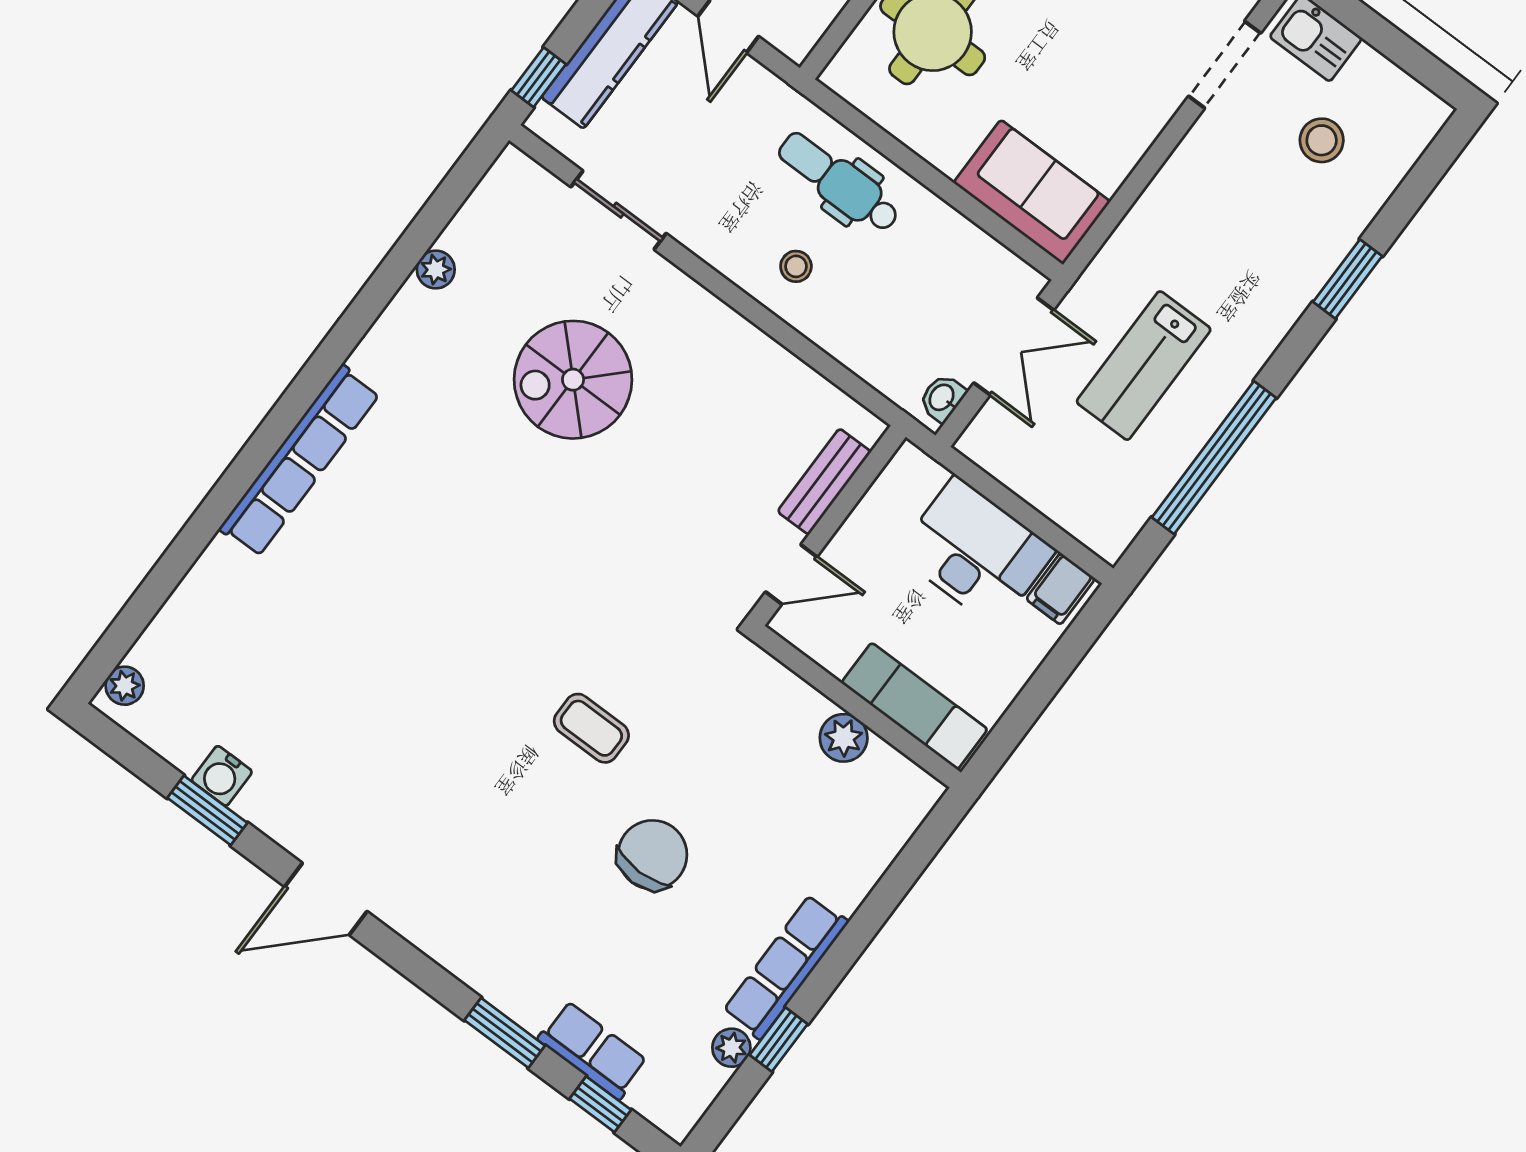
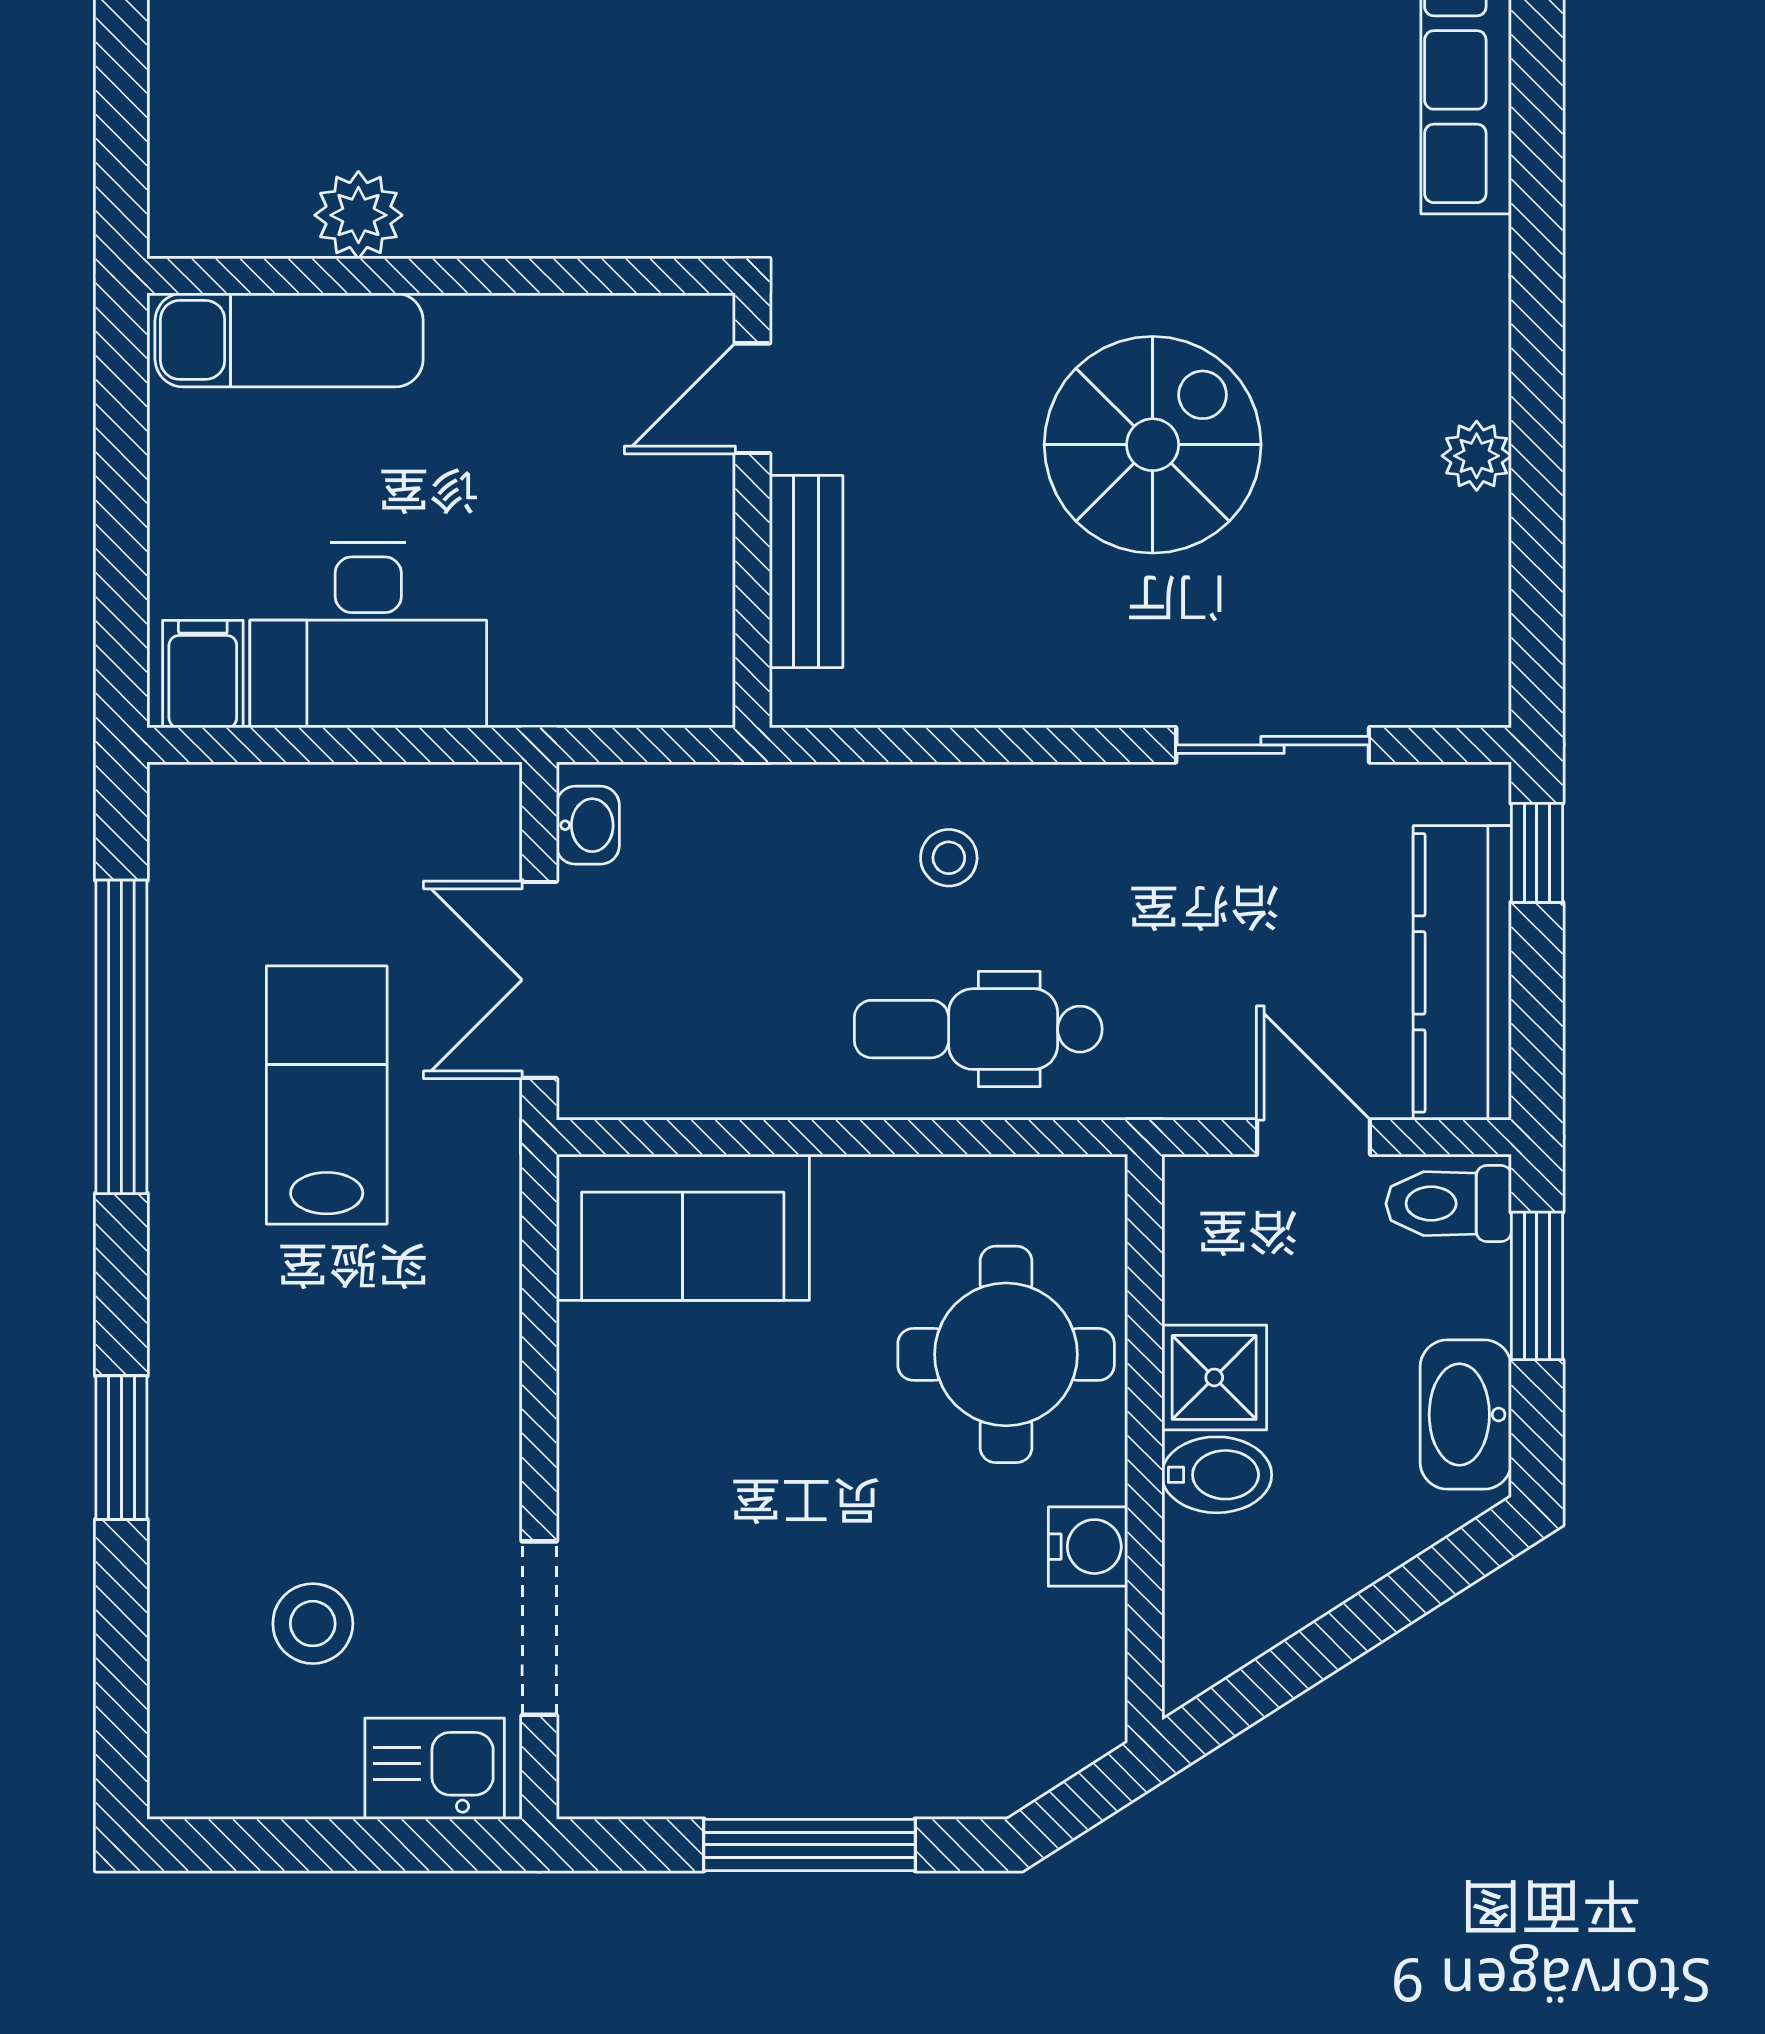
dental chair: (839, 182) -> (978, 1029), turned 180
bench: (824, 482) -> (806, 571), moved
wall: (828, 526) -> (752, 510), moved
door: (791, 574) -> (752, 398), moved

